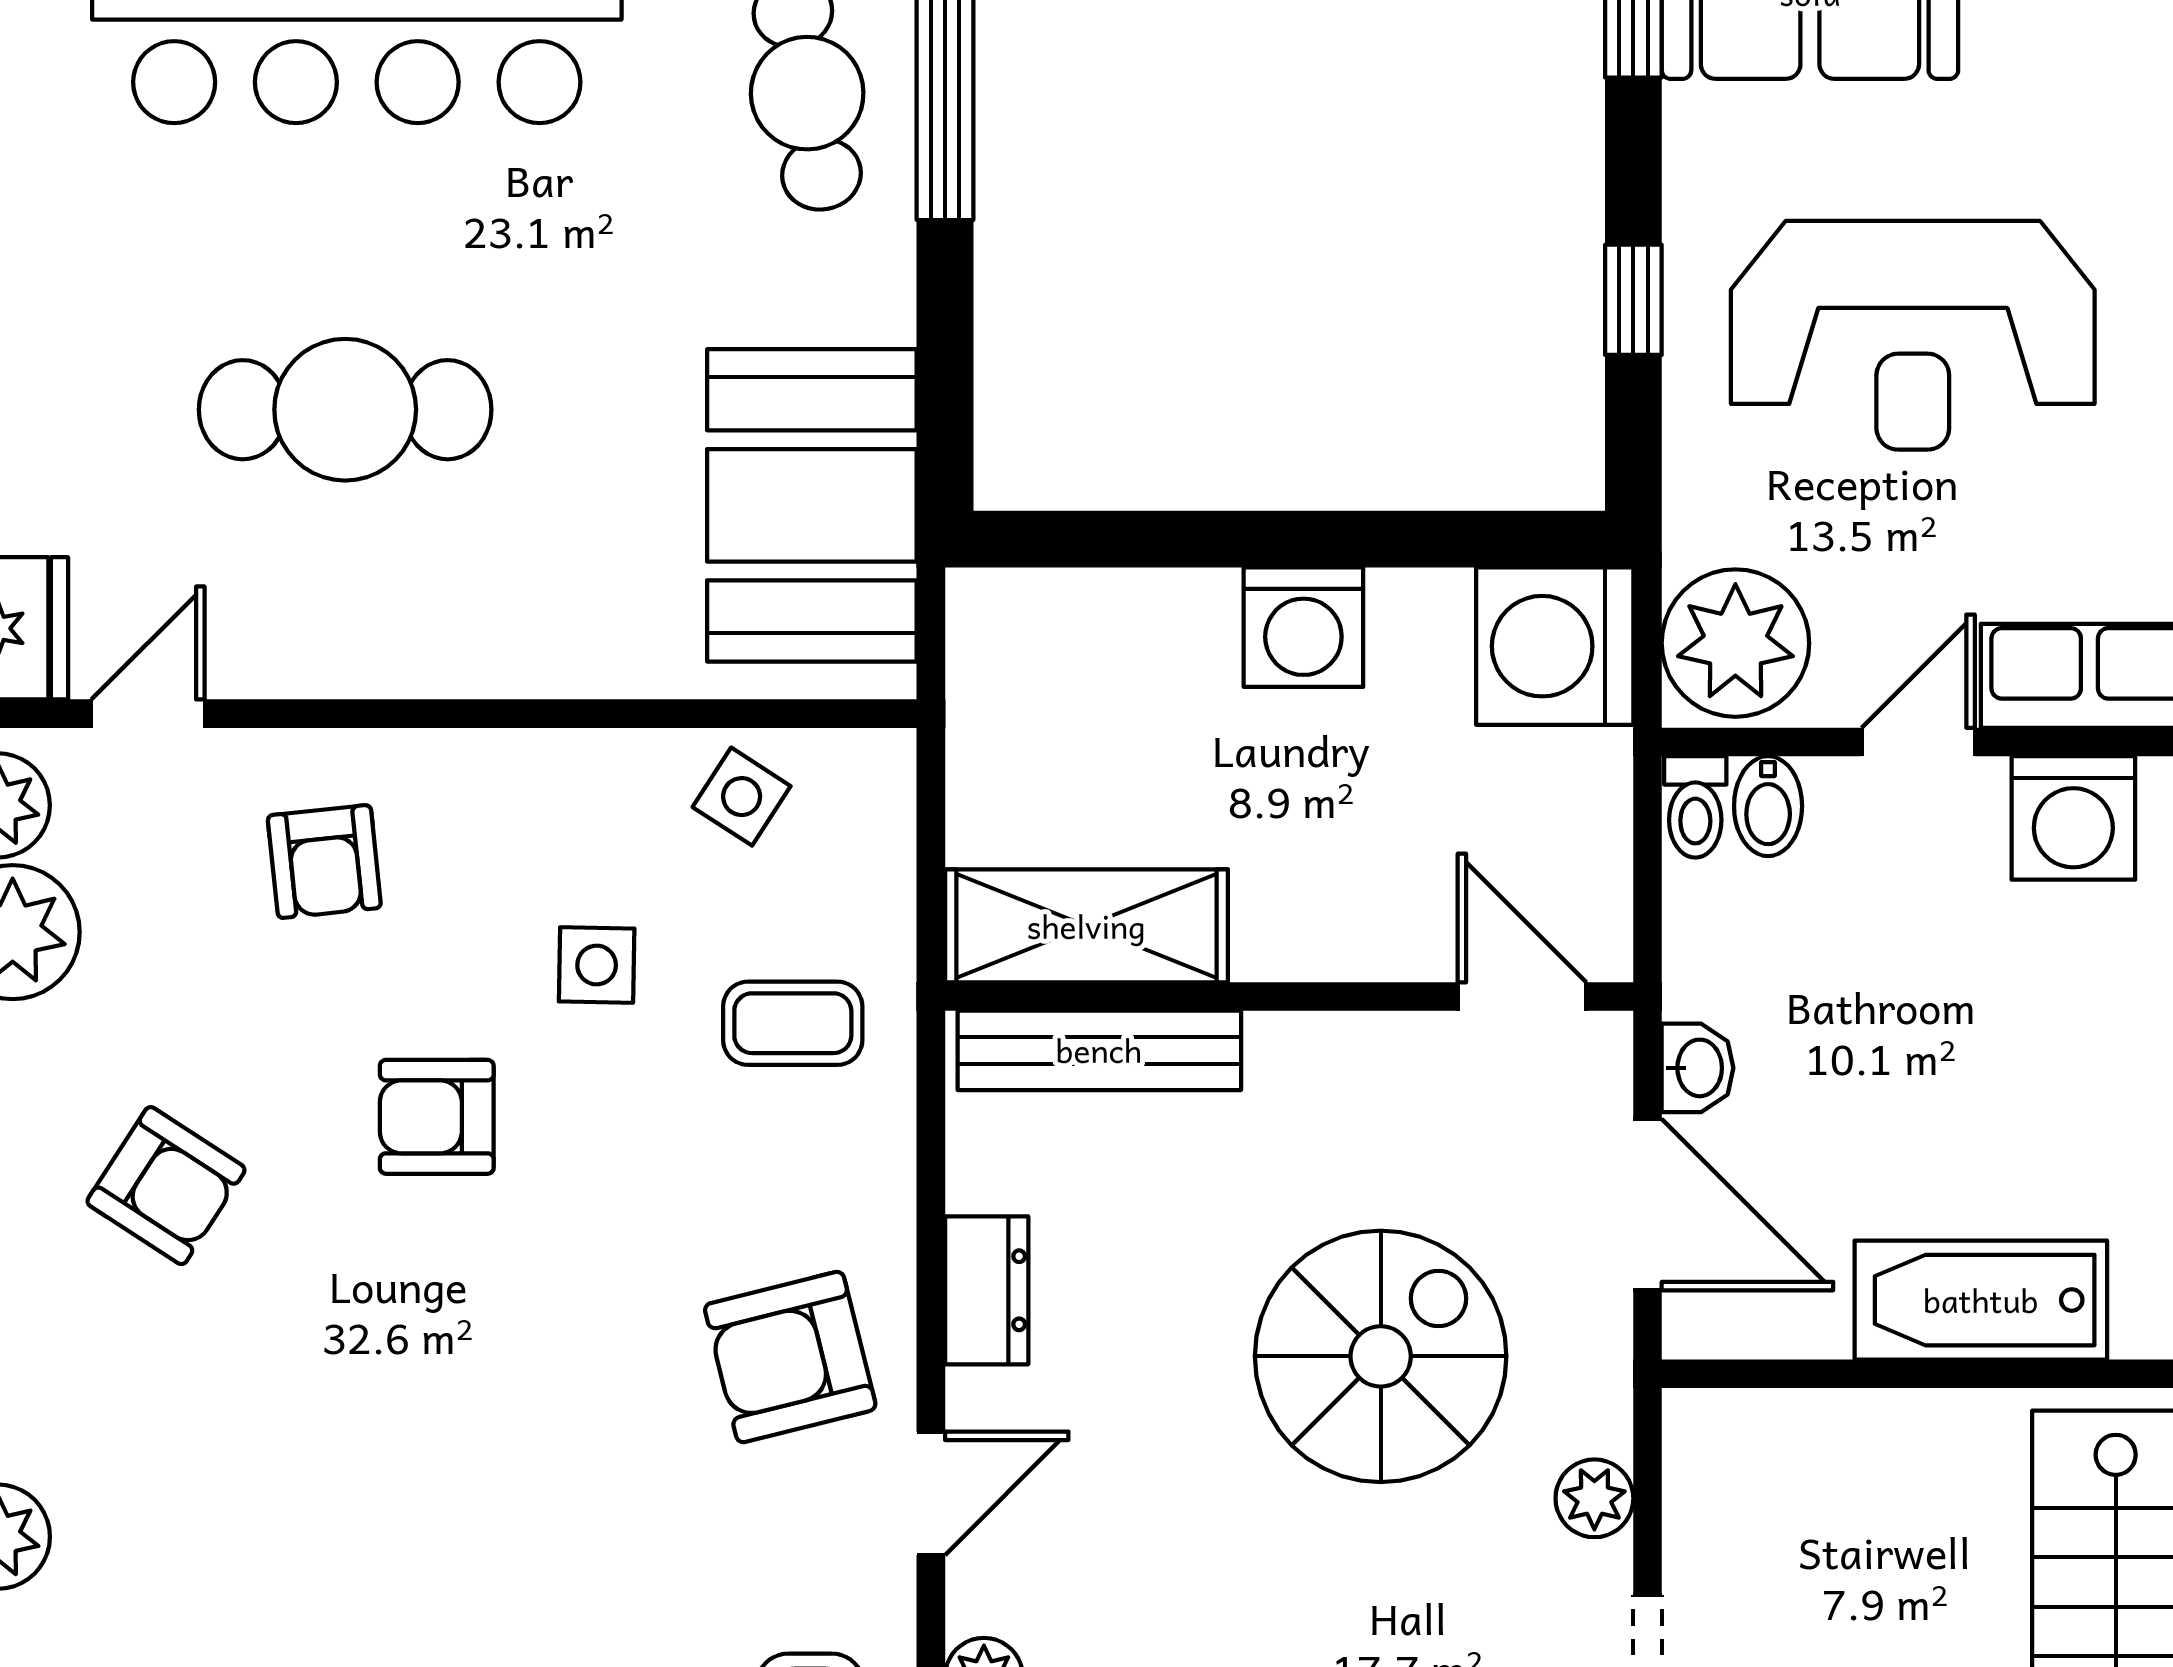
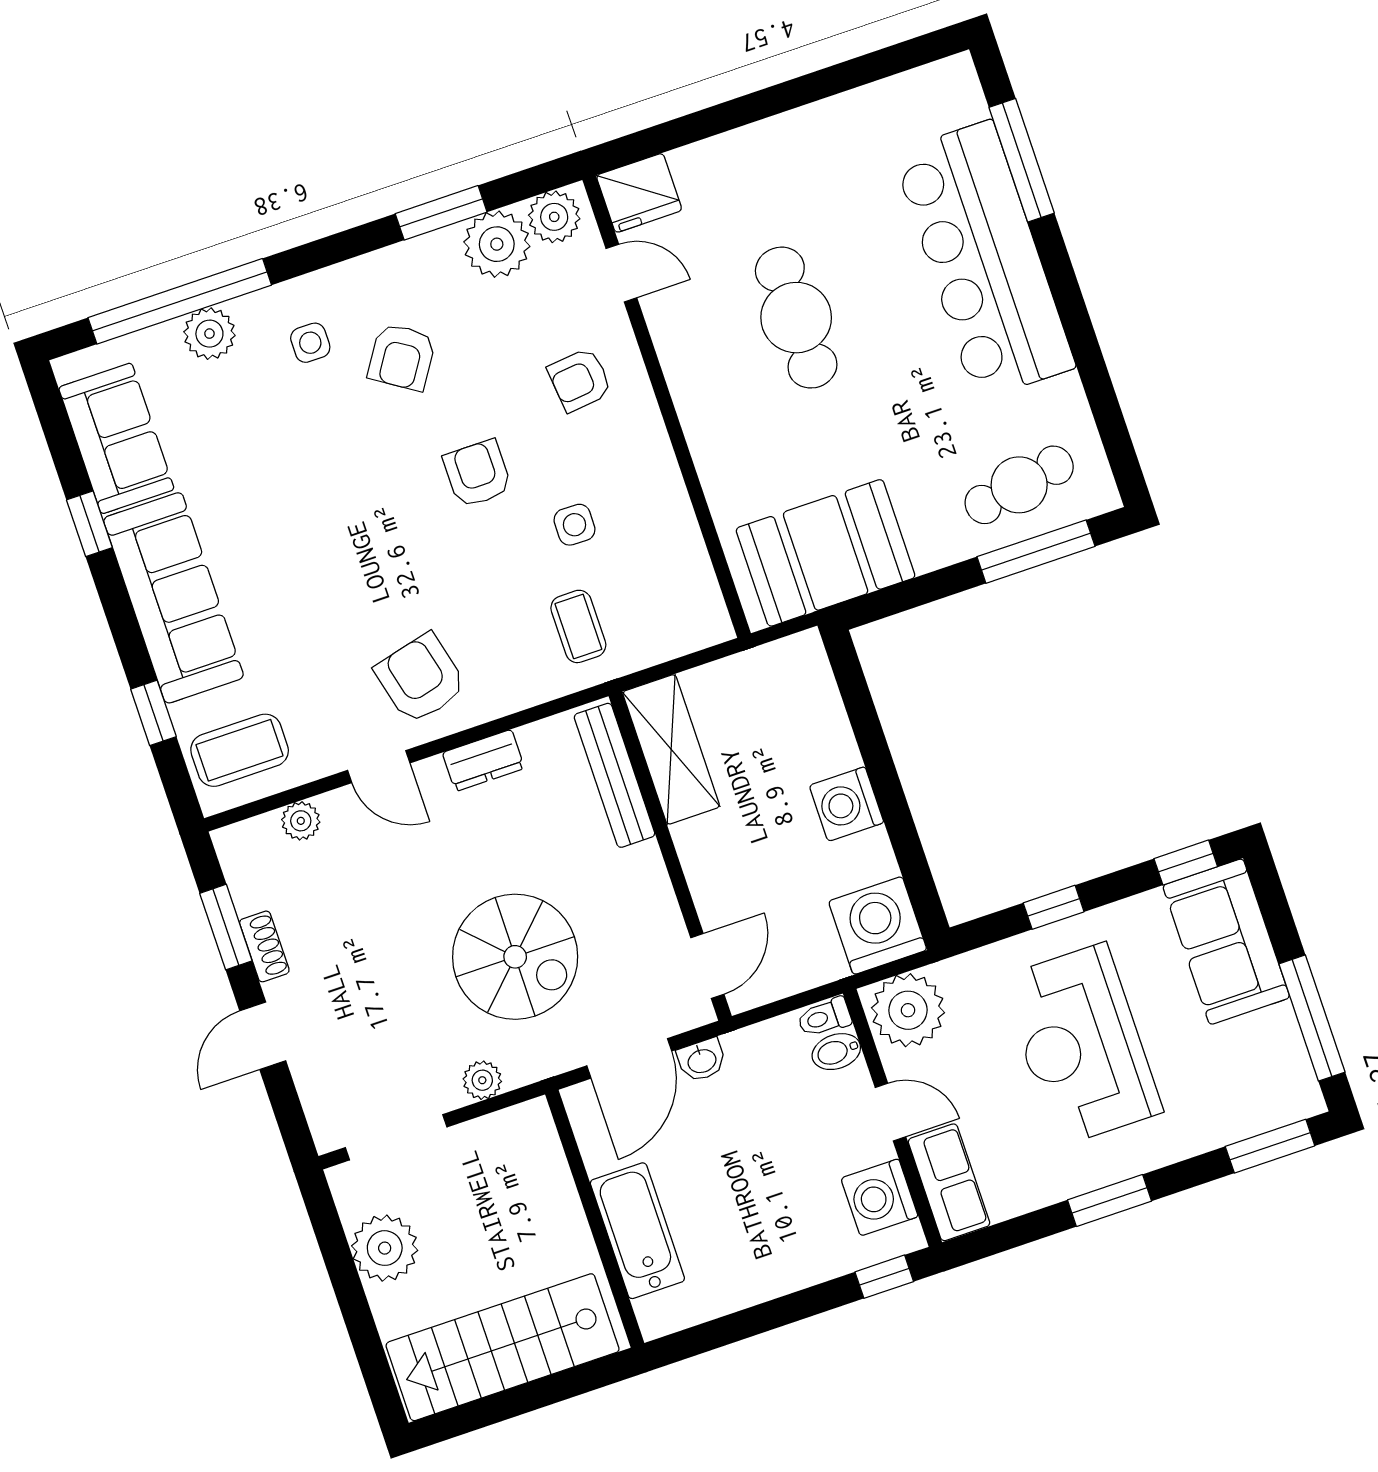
side table: (742, 797) -> (310, 343), moved, turned -33

